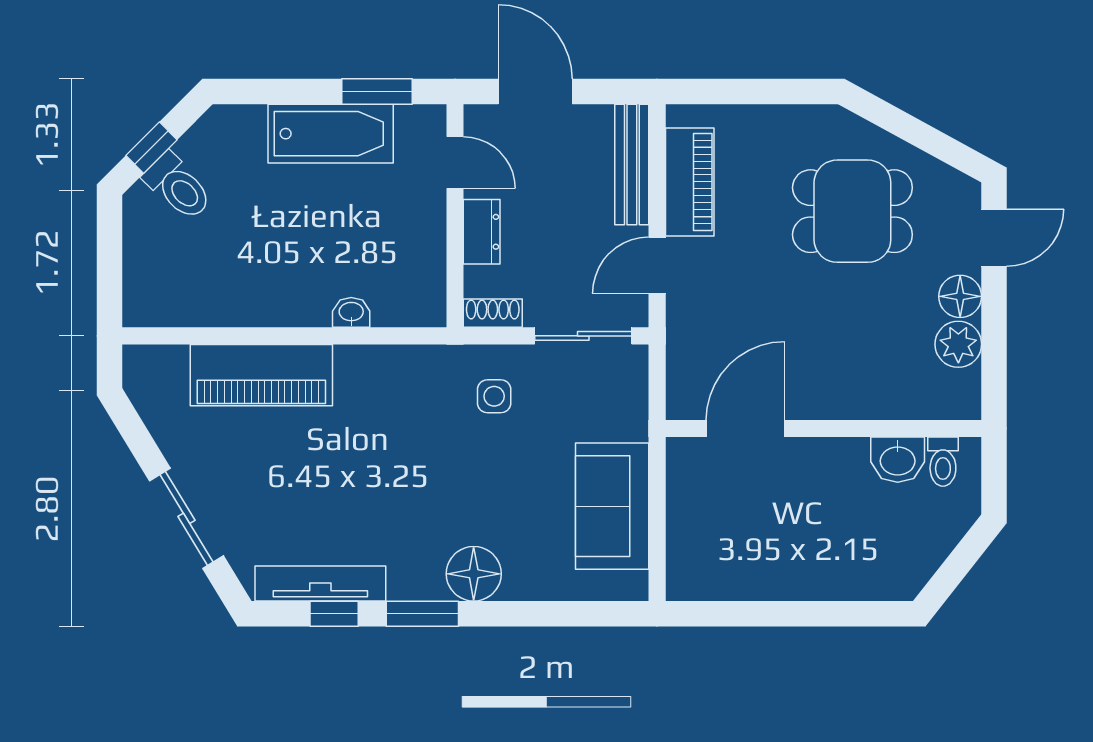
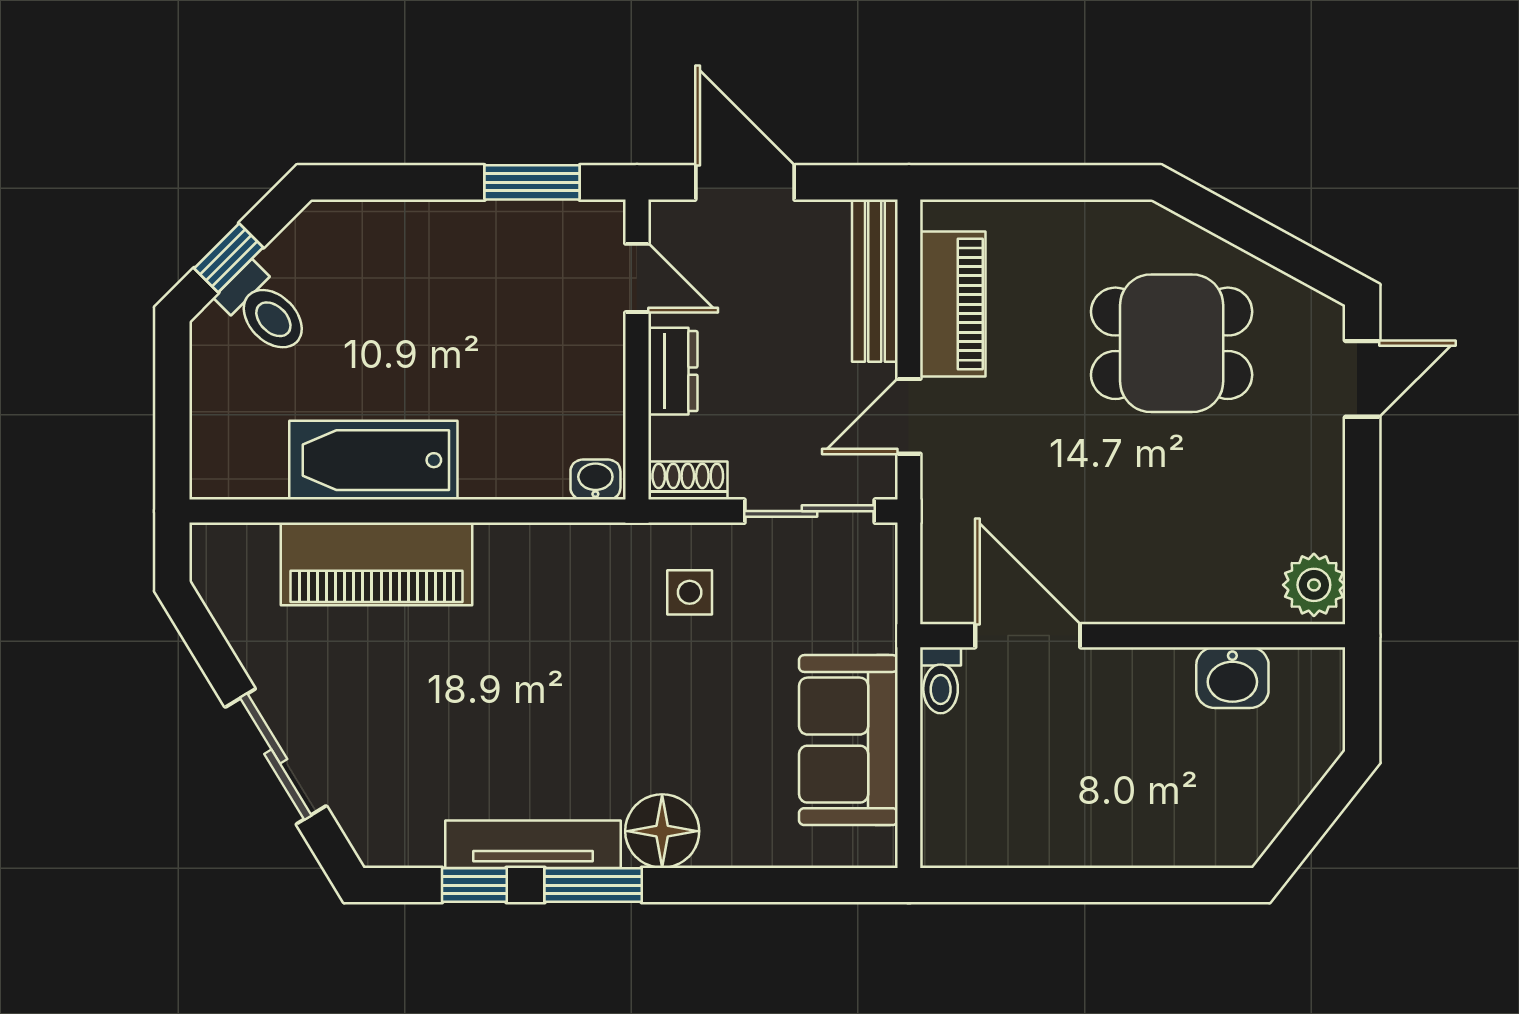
bathtub: (331, 134) -> (373, 460), moved, turned 180
floor lamp: (960, 296) -> (1316, 458), removed
washbasin: (351, 312) -> (595, 480), moved
plant: (958, 344) -> (1314, 585), moved
door: (745, 429) -> (1028, 636), hinge flipped
toilet: (943, 462) -> (941, 680), moved
tv unit: (320, 584) -> (533, 844), moved

